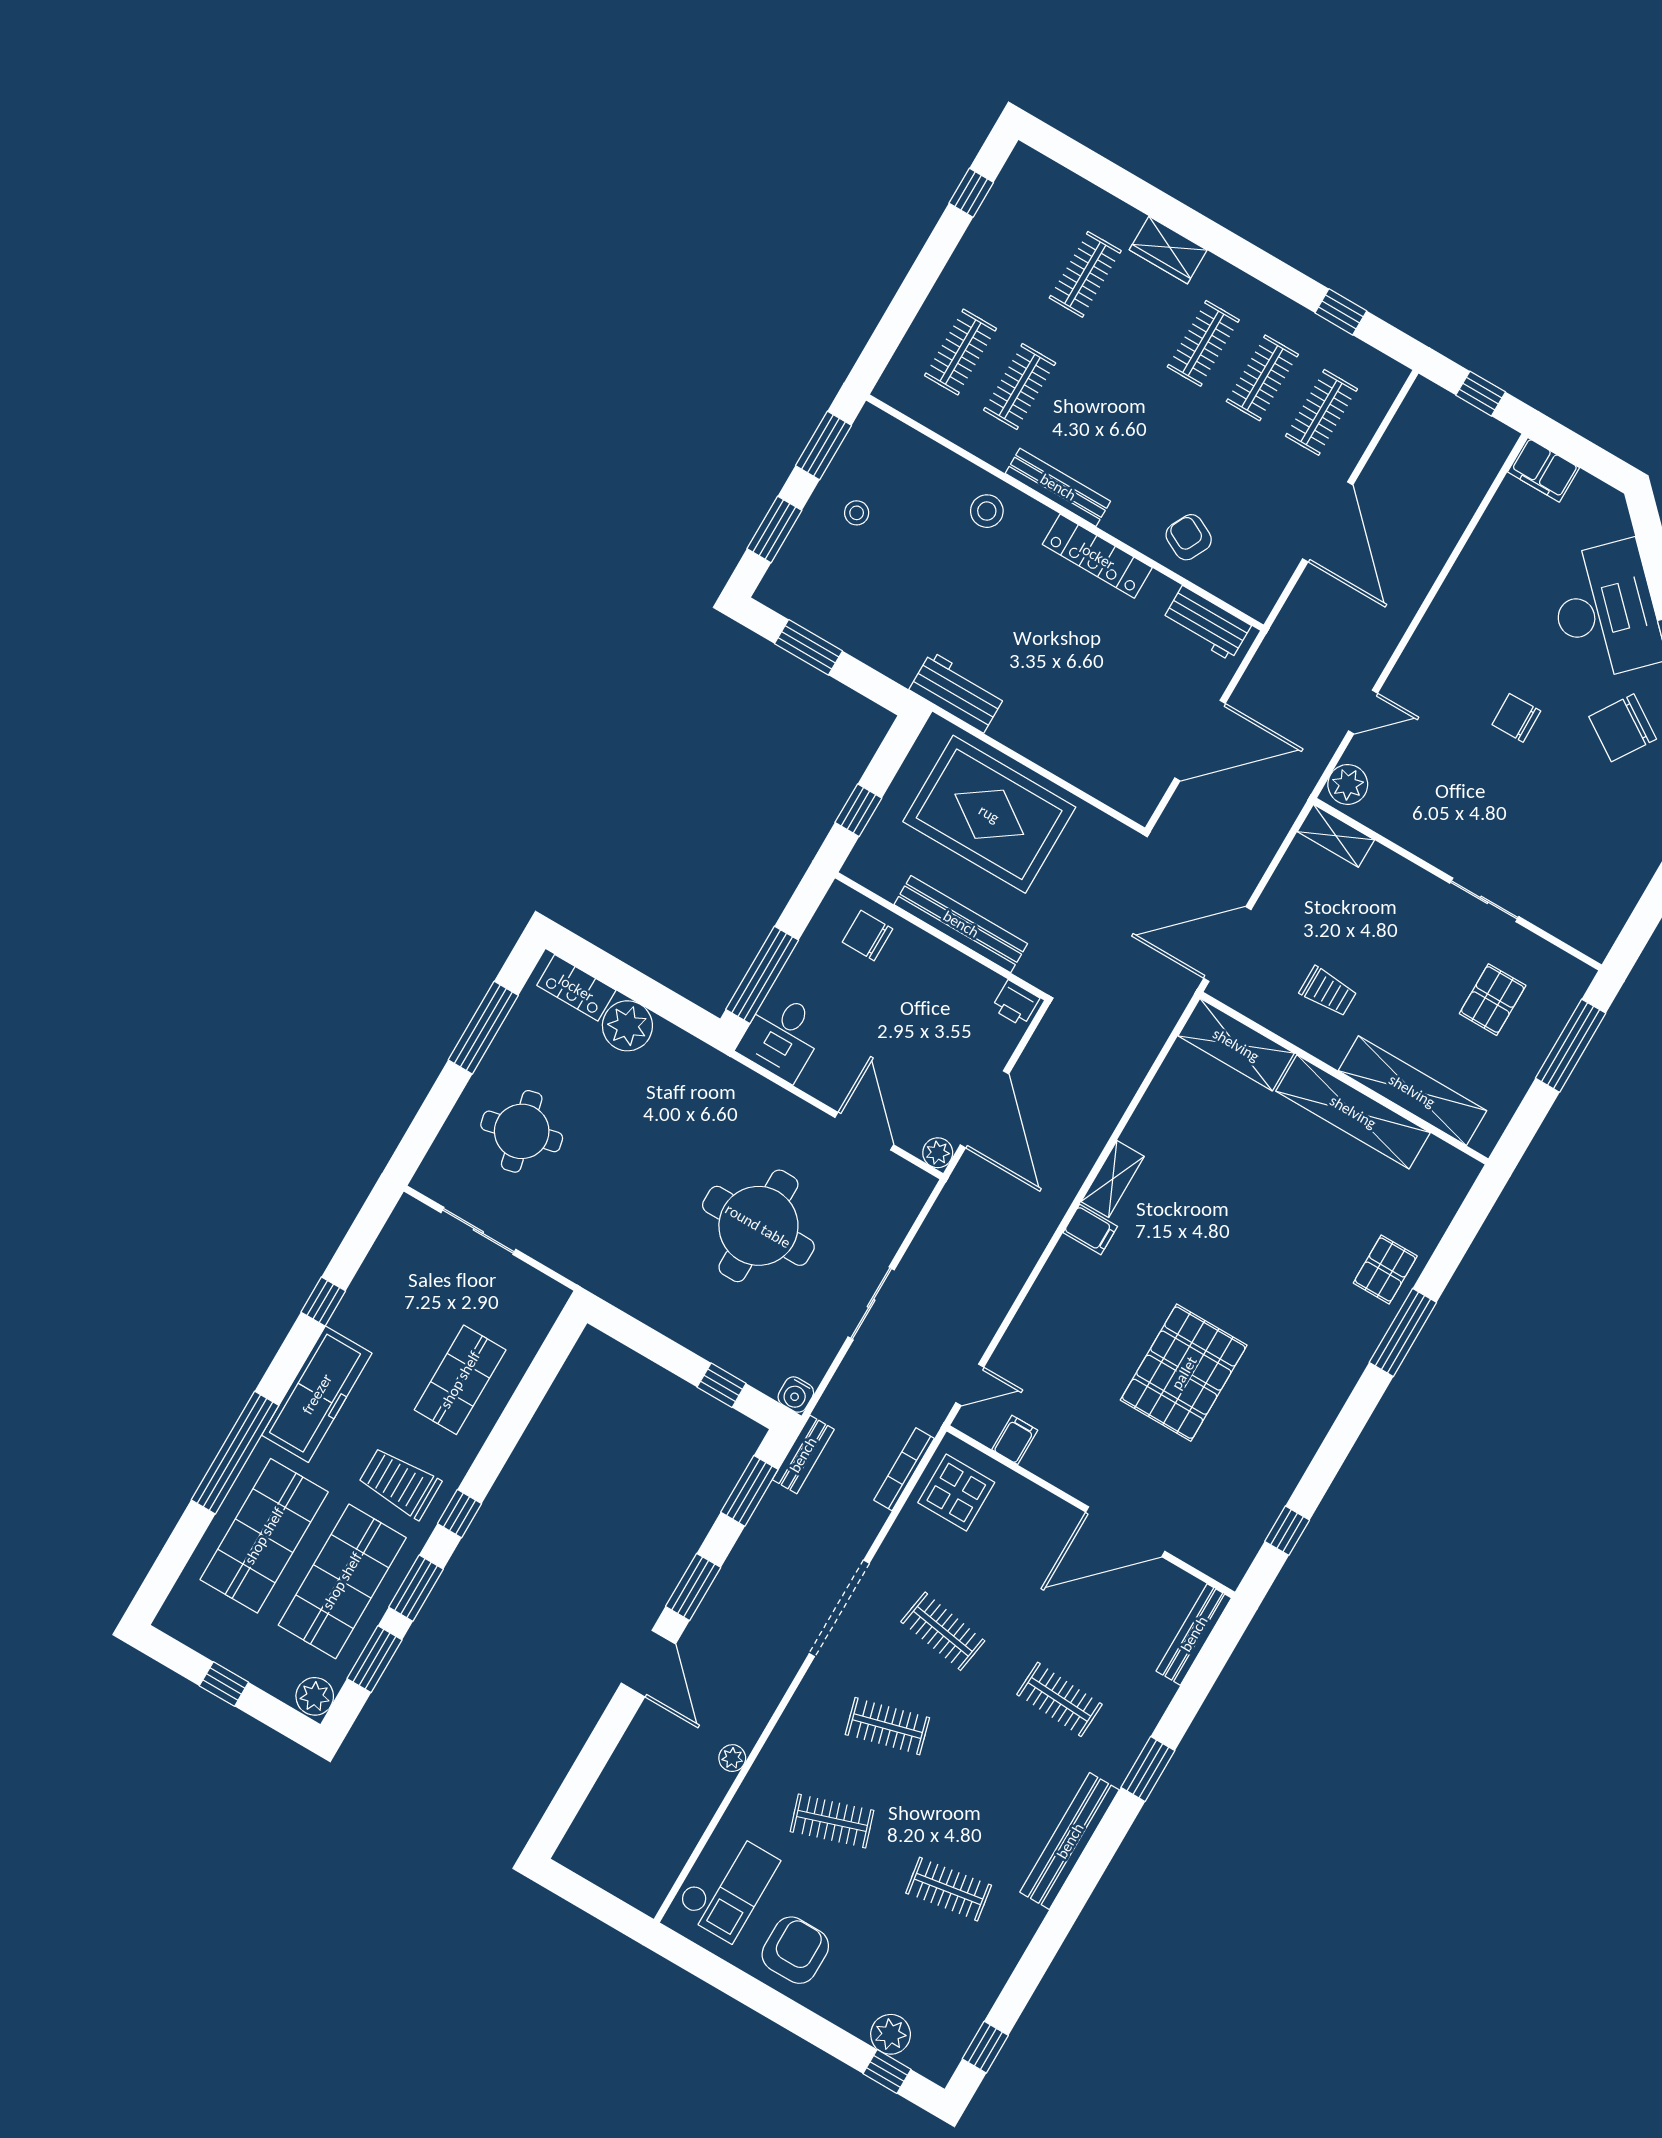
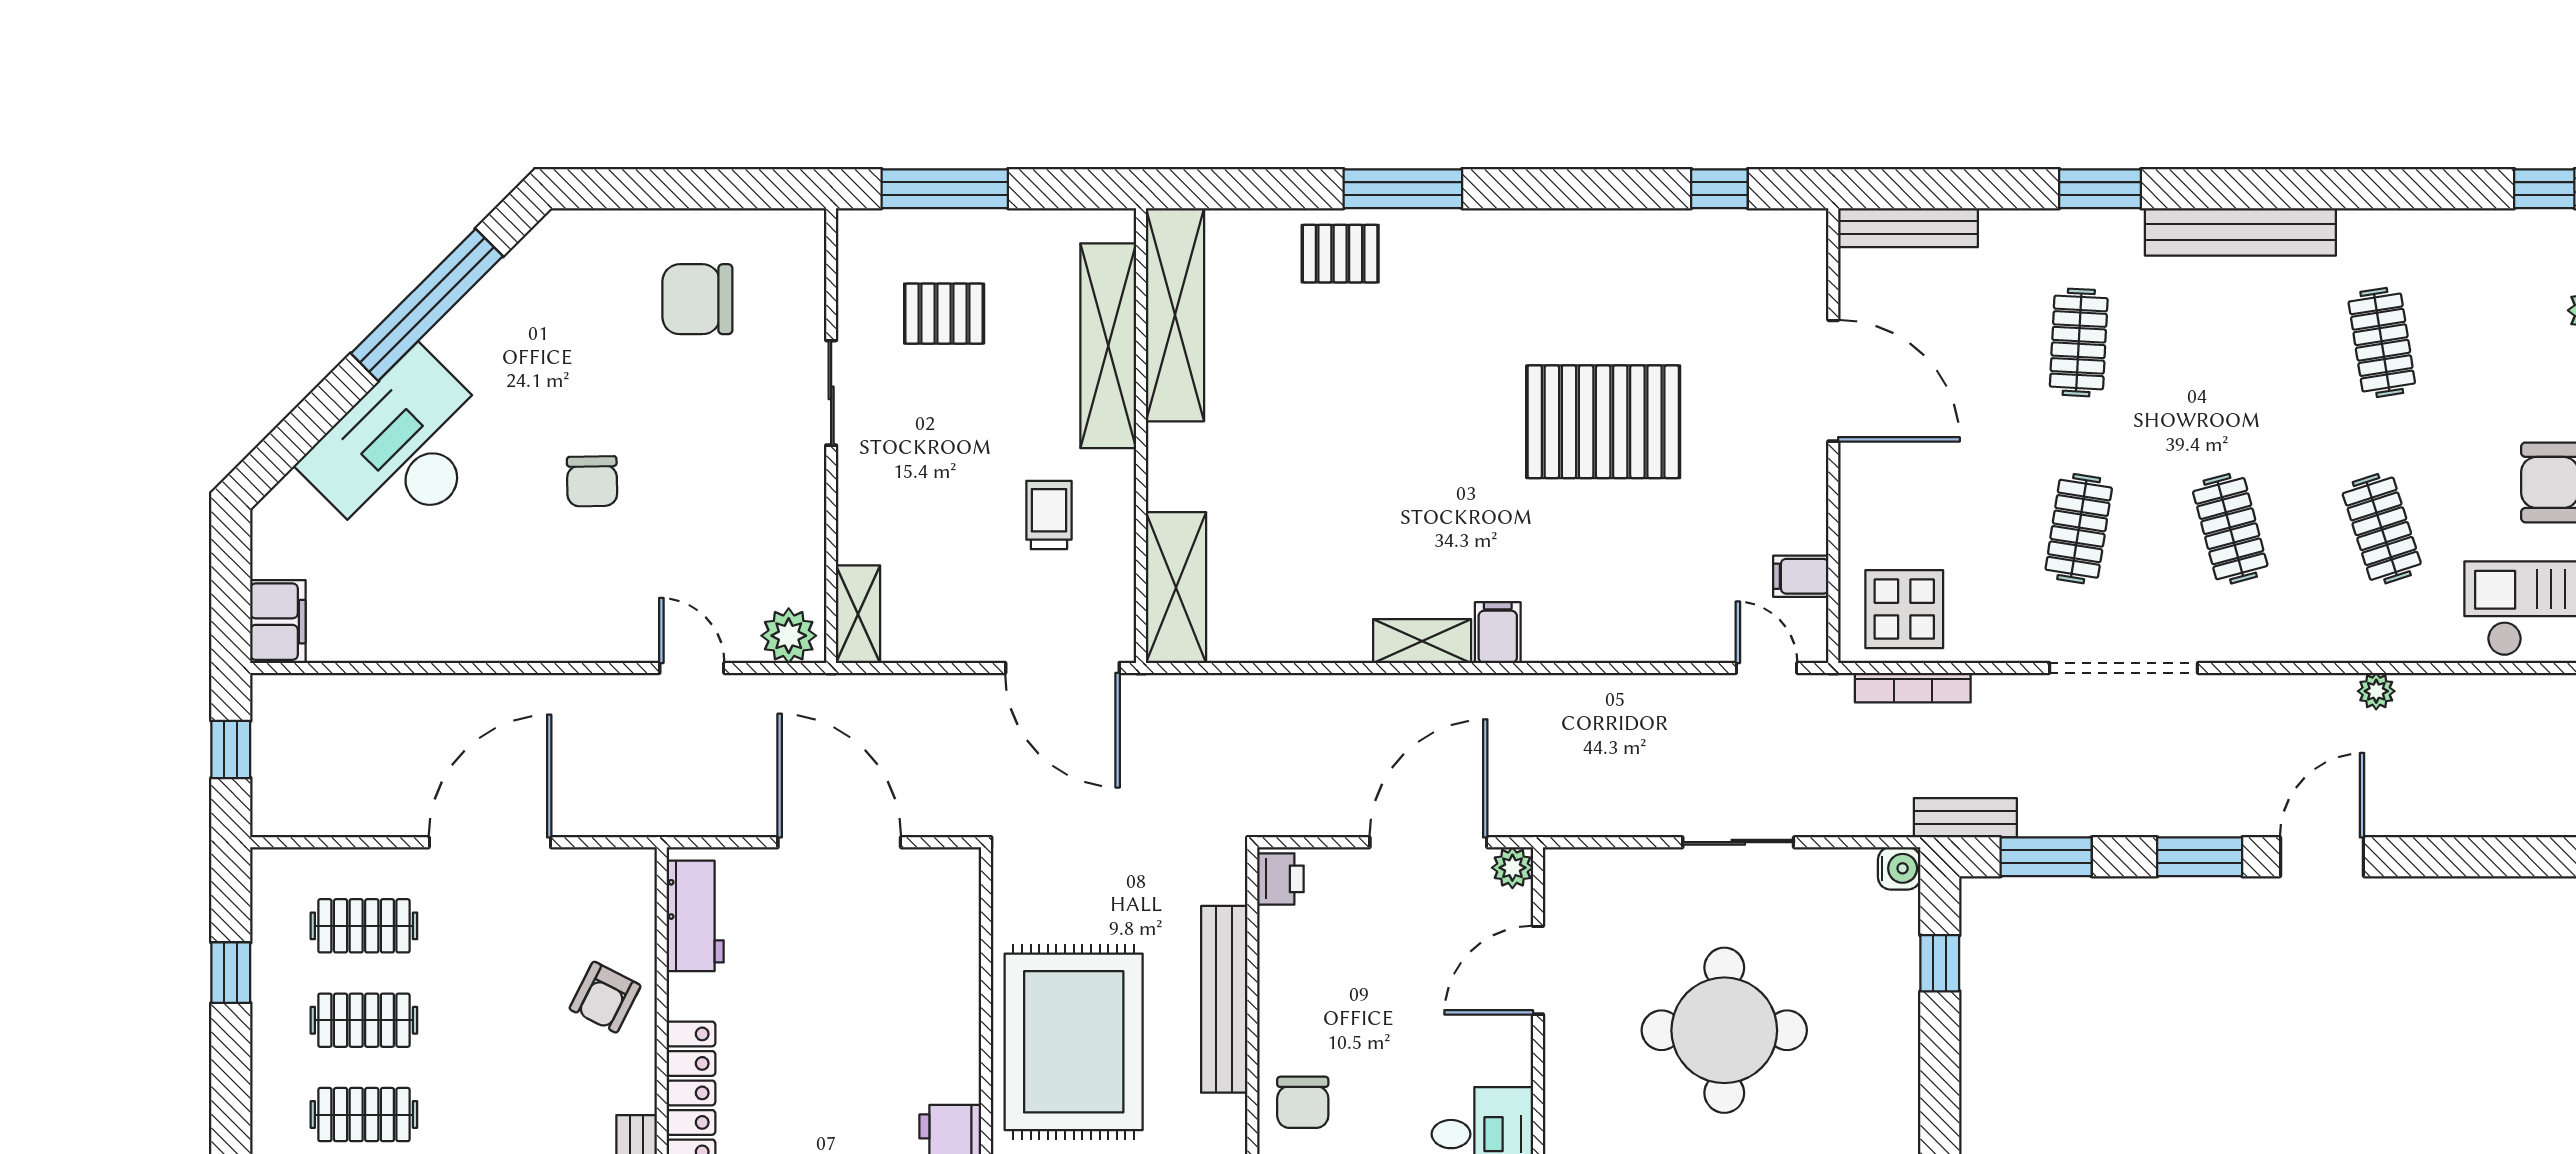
chair: (1623, 728) -> (697, 299), moved, turned 147
shelving: (1353, 1112) -> (1175, 315), moved

